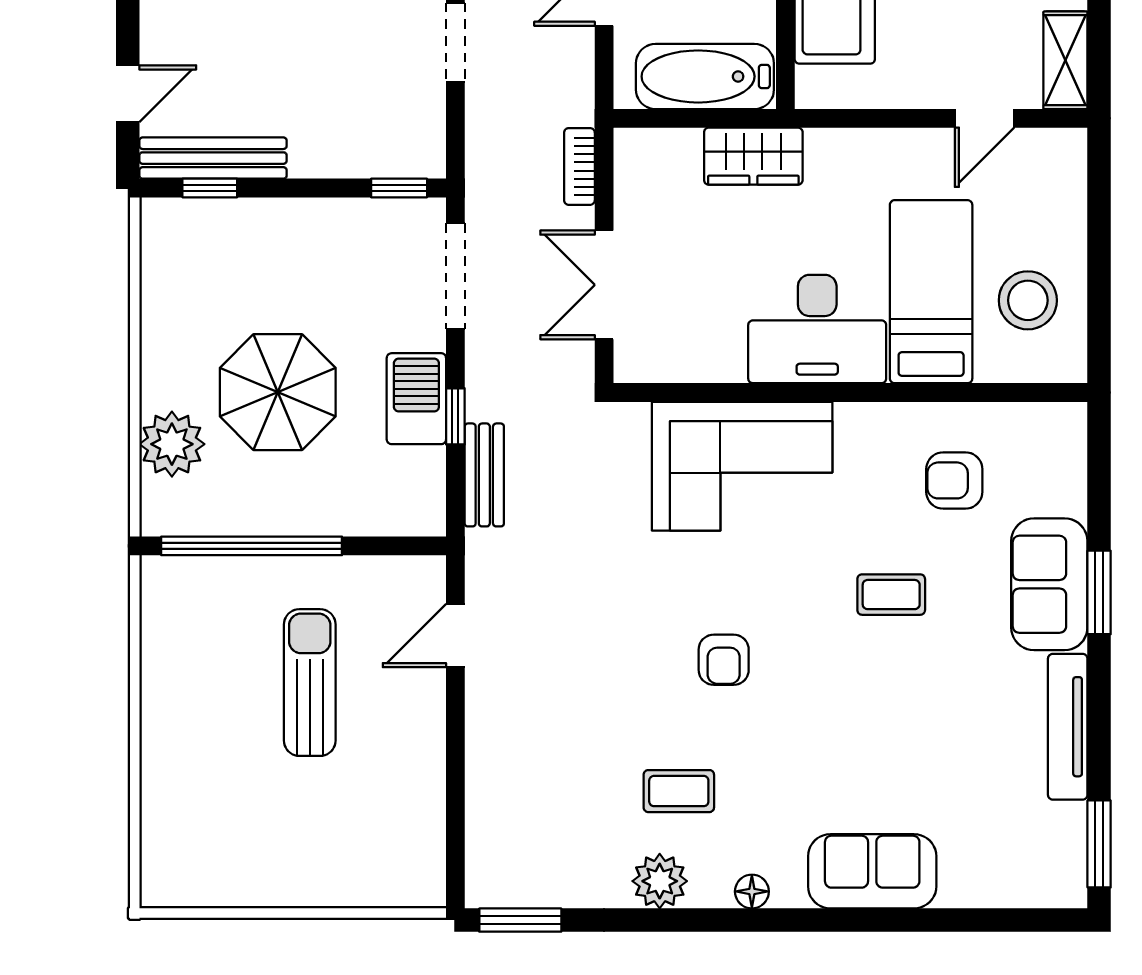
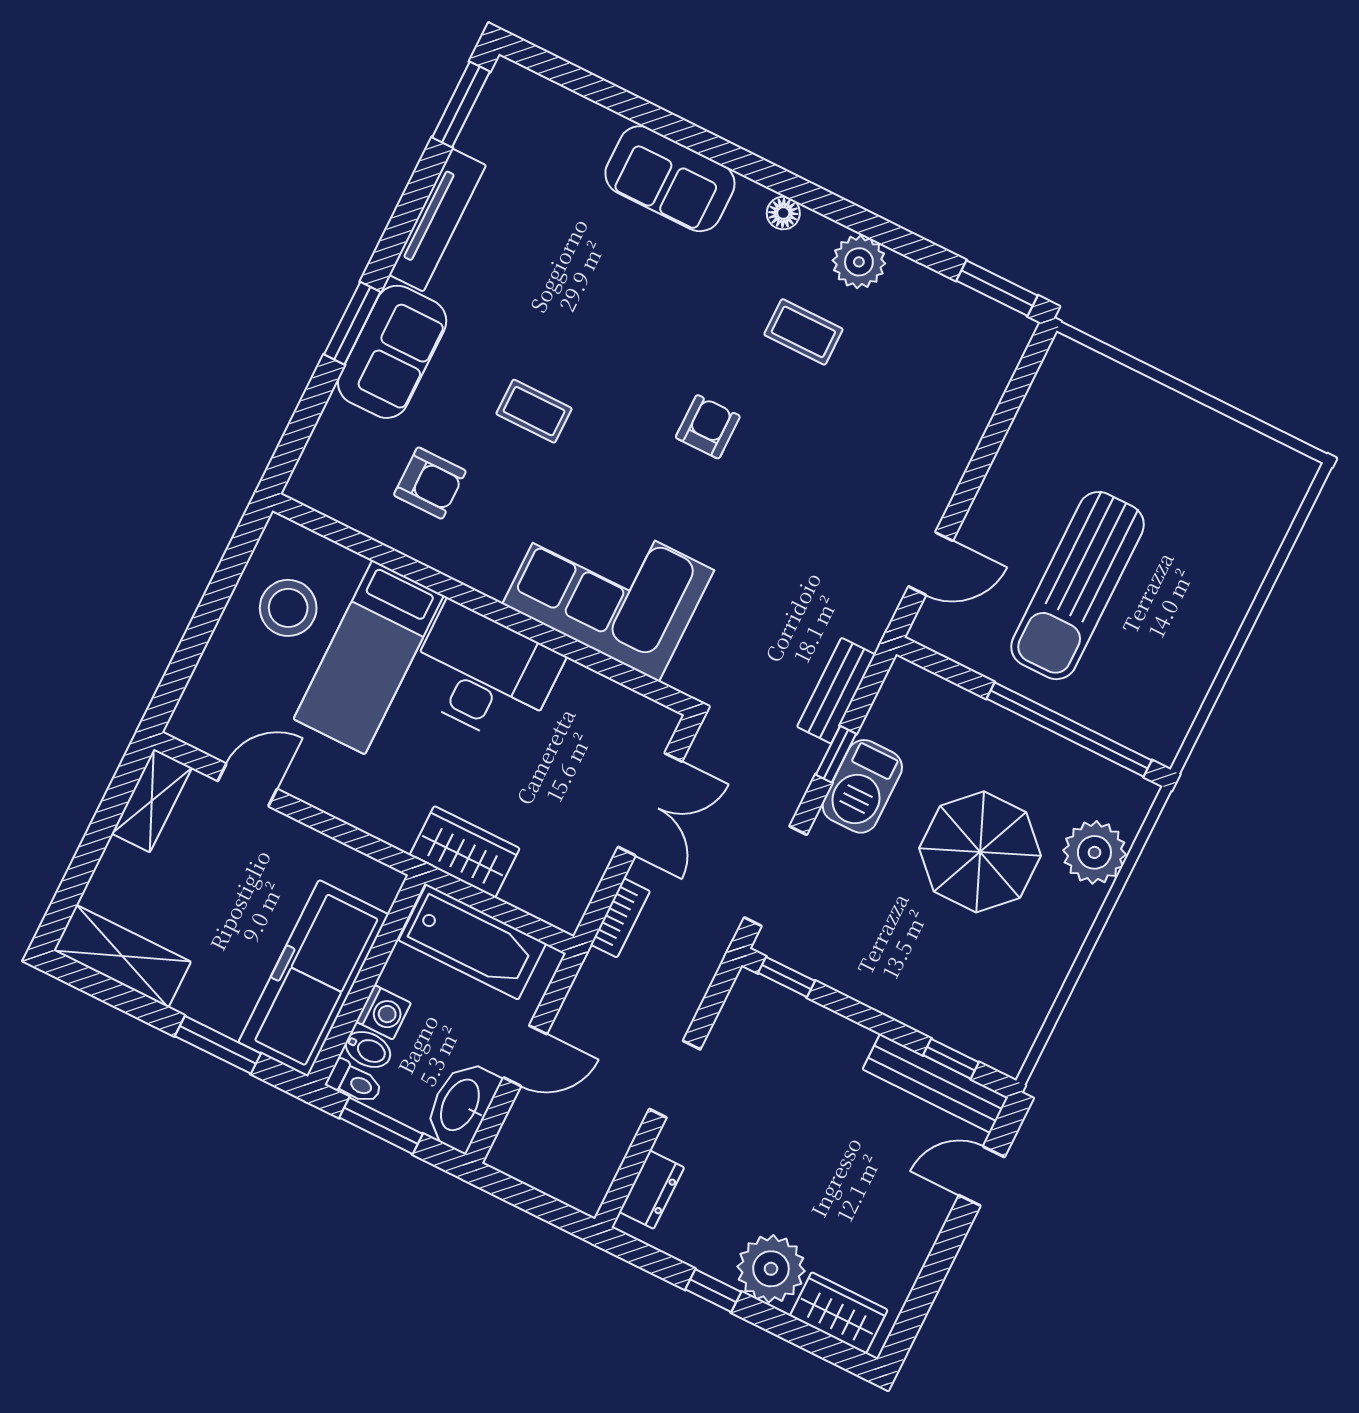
sun lounger: (310, 683) -> (1078, 586), width x1.36, depth x1.34

